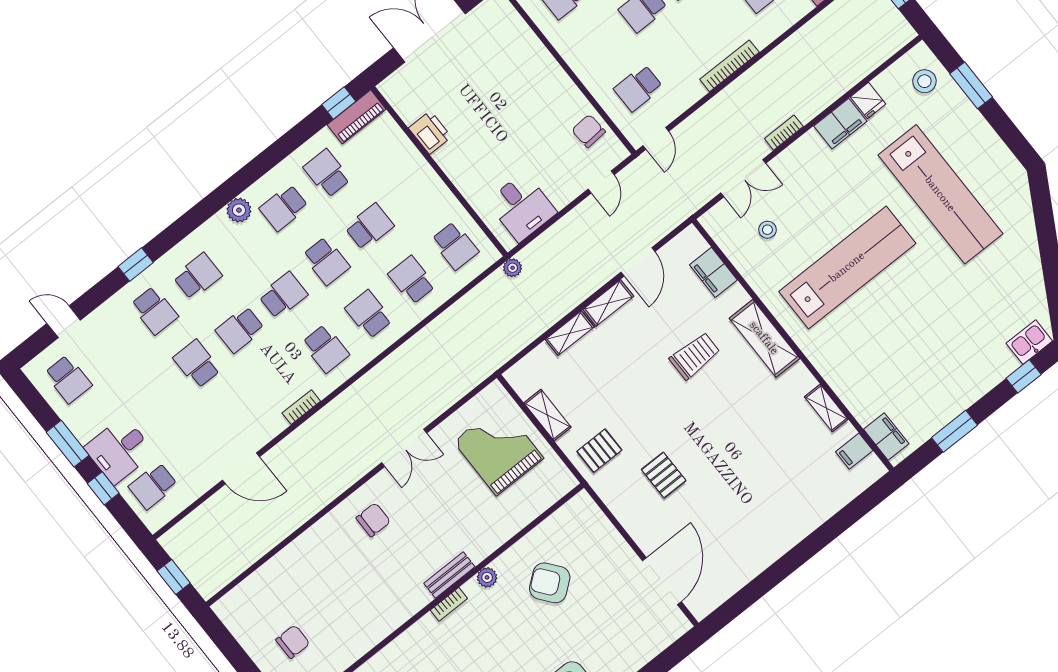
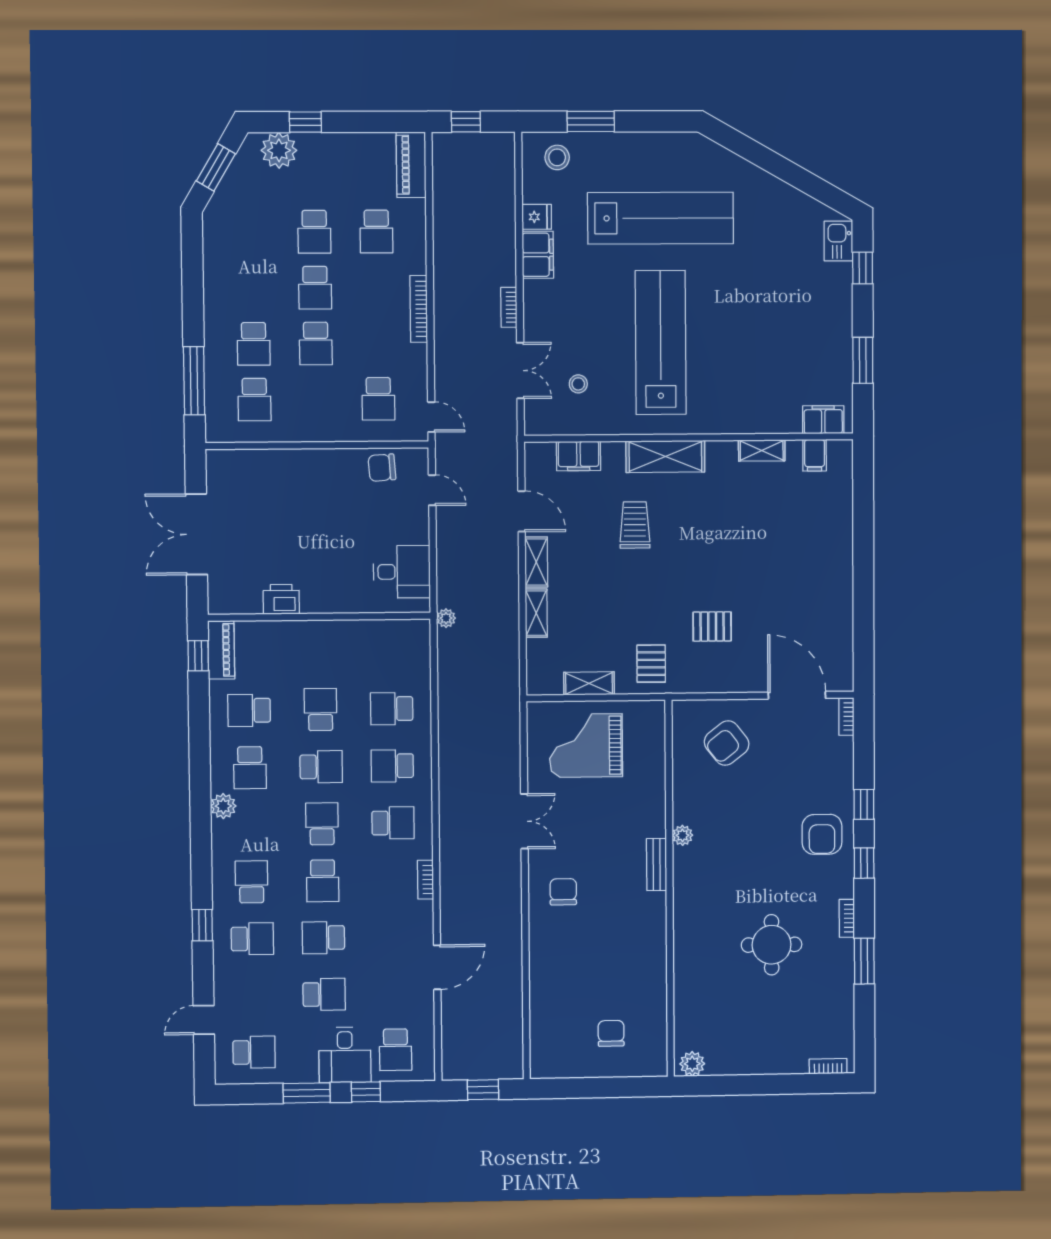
school desk: (455, 246) -> (324, 994), moved
armchair: (550, 583) -> (727, 743), moved
bookcase: (449, 604) -> (846, 716), moved, turned 180

